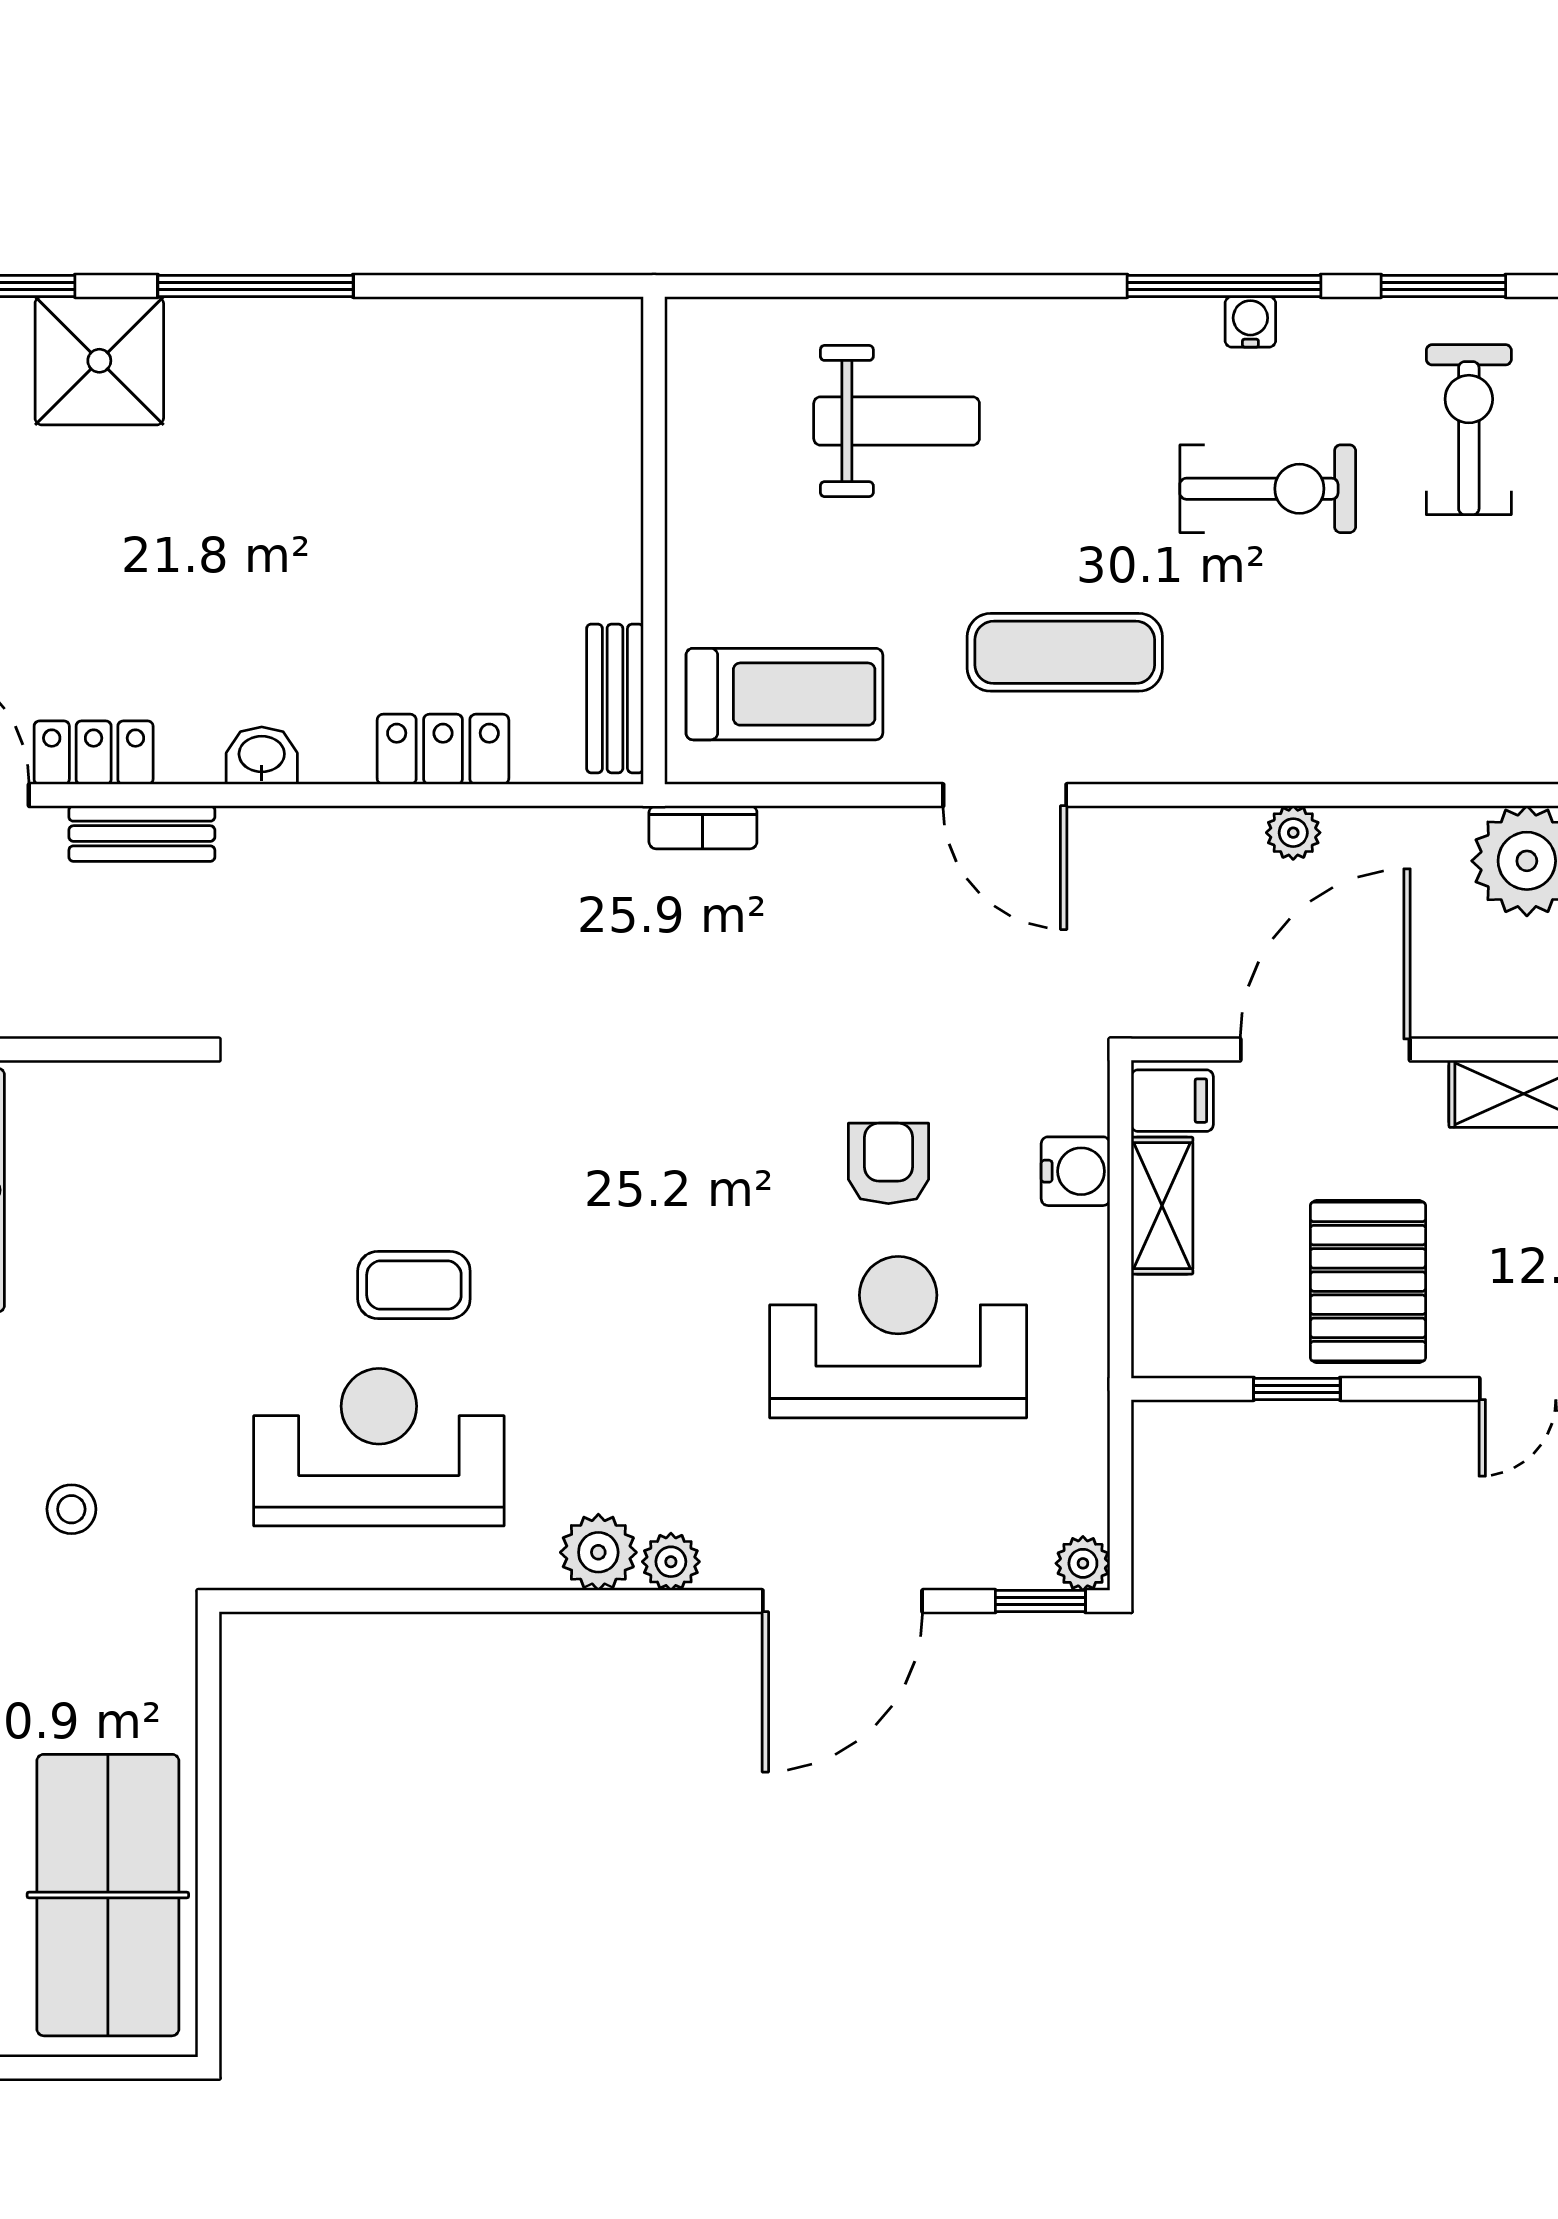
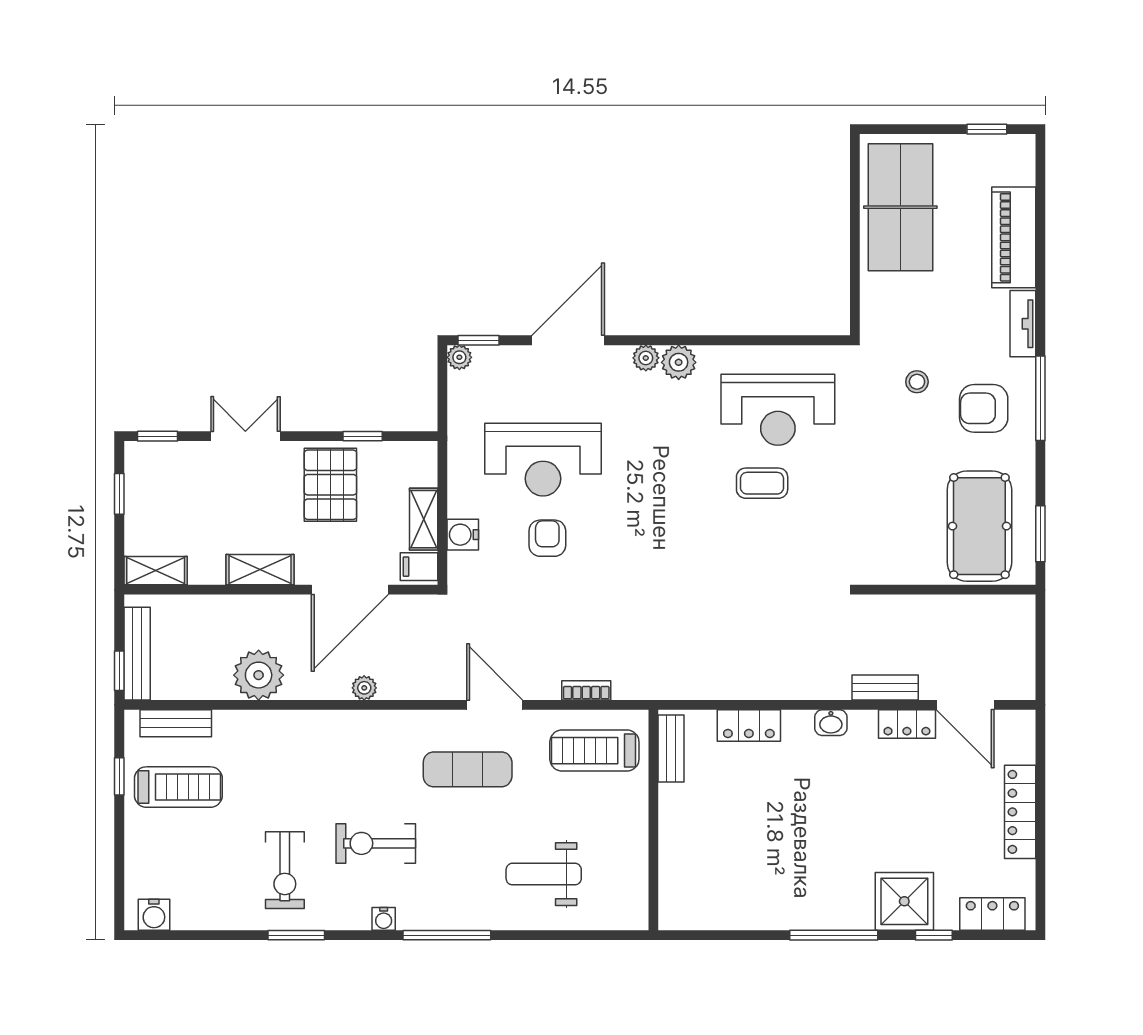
window: (1224, 286) -> (447, 935), moved
bookcase: (703, 827) -> (586, 690), moved
armchair: (888, 1163) -> (547, 538), turned 180

